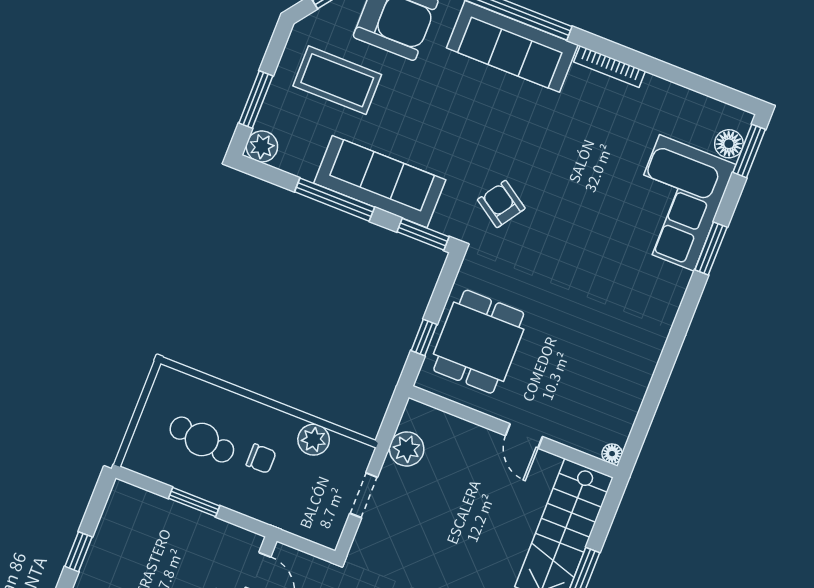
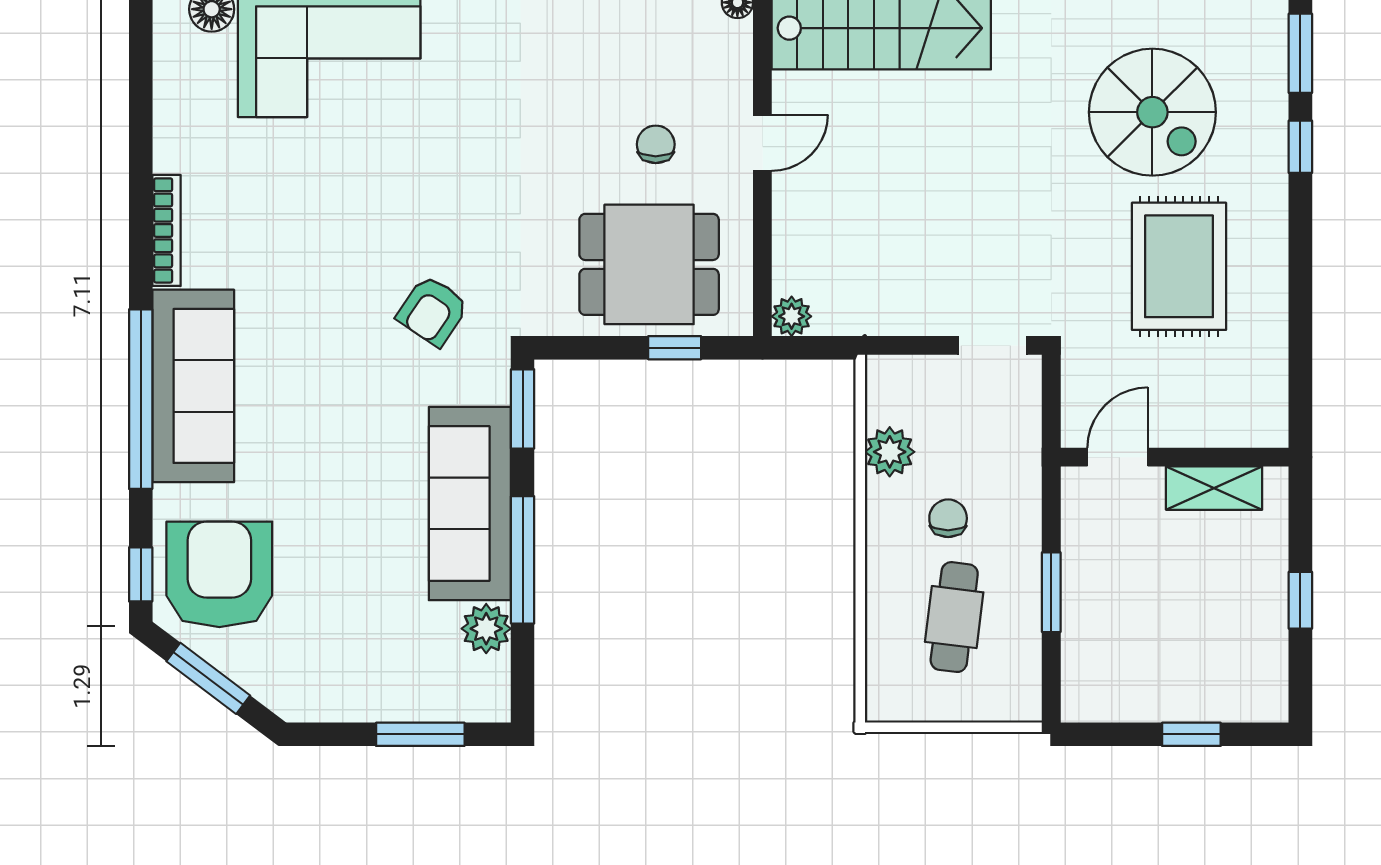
coffee table: (337, 80) -> (345, 625), removed
plant: (262, 146) -> (486, 629), moved
chair: (548, 373) -> (656, 144), added
plant: (407, 449) -> (792, 316), moved, width x0.73, depth x0.73
doorway: (364, 495) -> (993, 345), moved

